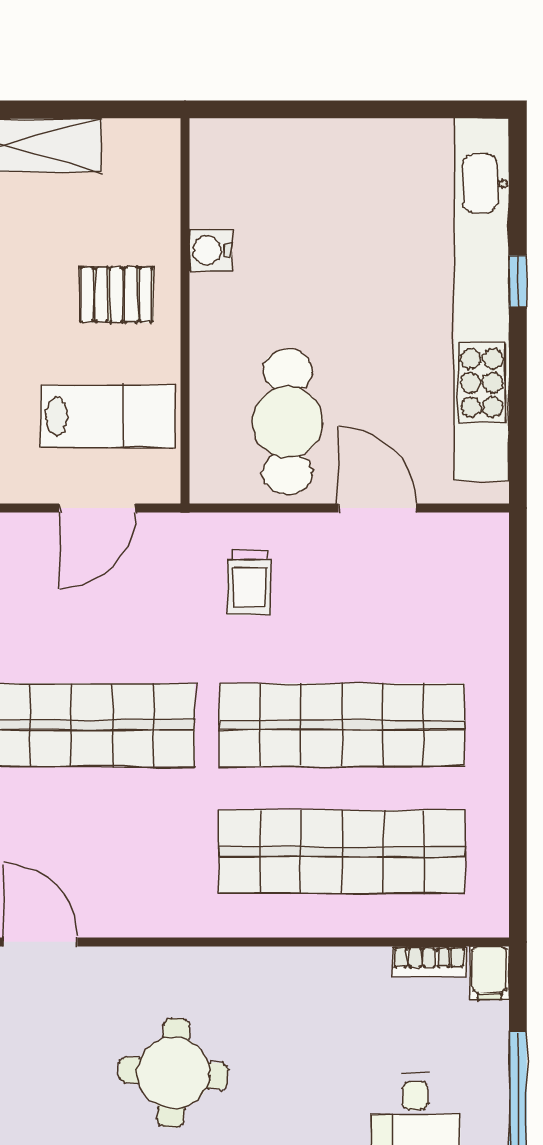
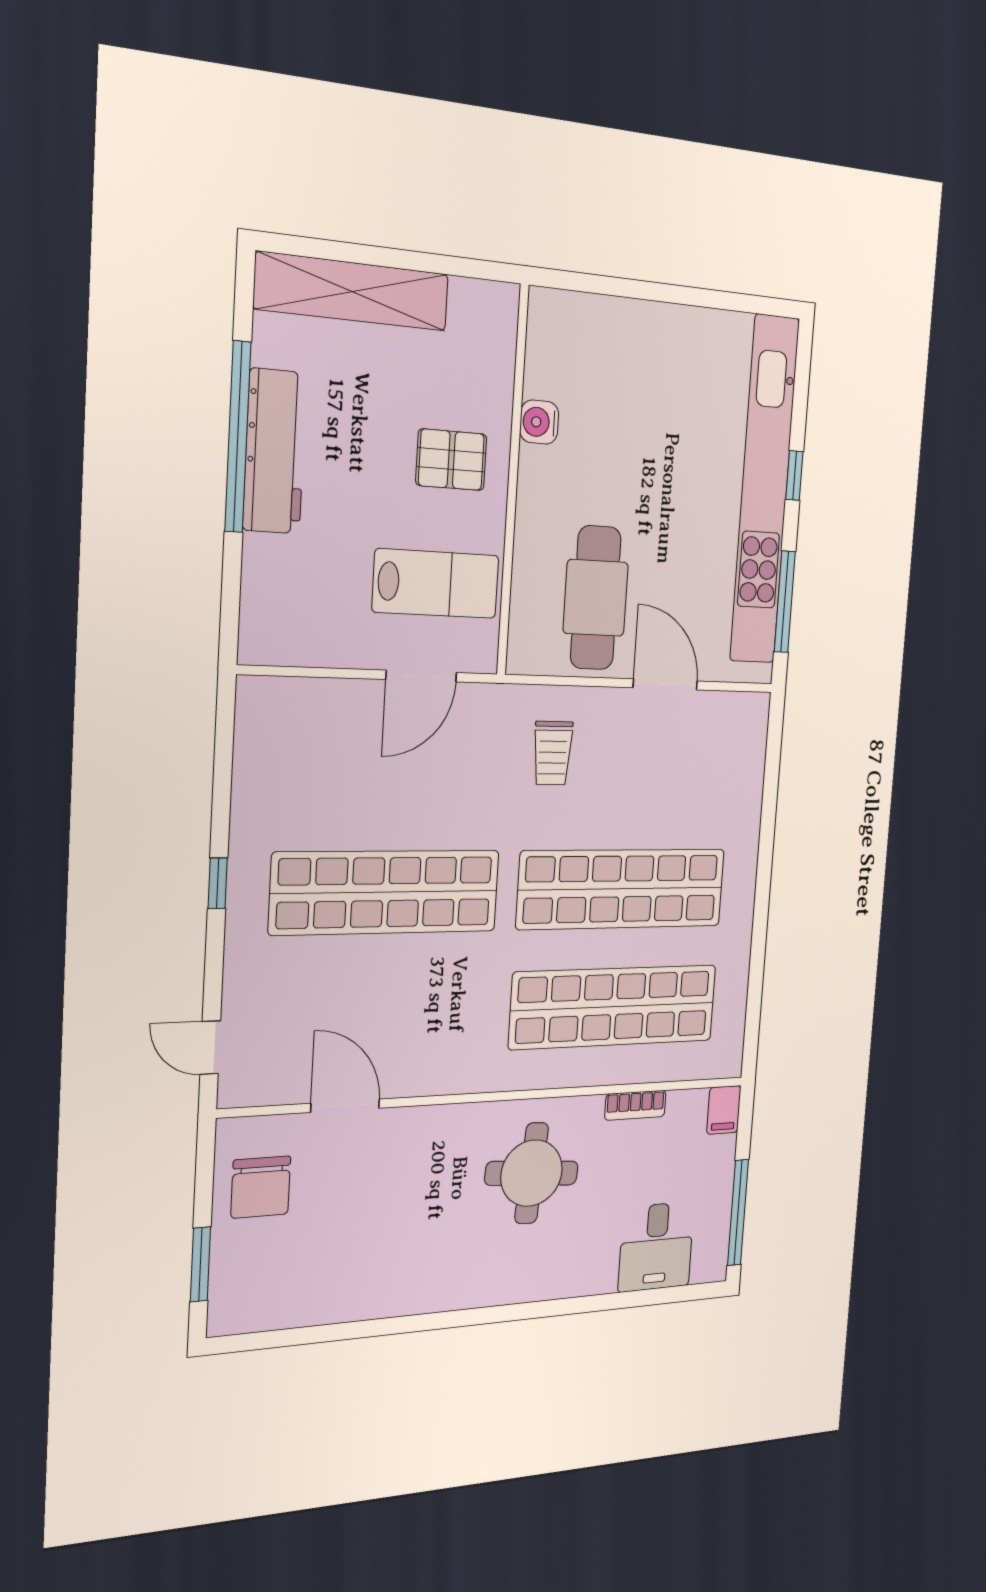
window: (518, 415) -> (785, 602), added
bookcase: (429, 961) -> (635, 1105), moved
round table: (174, 1073) -> (532, 1173), moved

